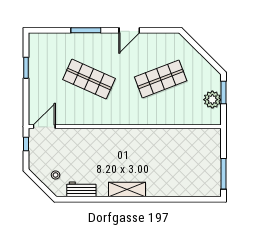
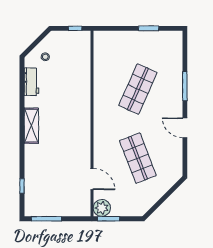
window: (224, 92) -> (109, 219), moved
plant: (212, 100) -> (102, 208), moved
door: (44, 127) -> (92, 179), moved
window: (190, 199) -> (22, 186), added

